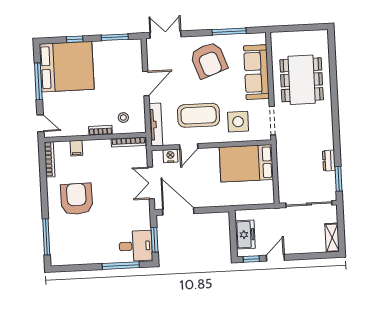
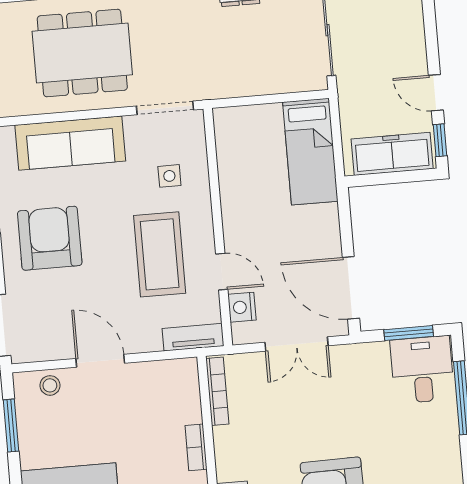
armchair: (209, 60) -> (50, 238), turned -70
stool: (123, 118) -> (50, 385), moved
side table: (238, 122) -> (169, 176), width x0.54, depth x0.54
tv unit: (156, 125) -> (193, 337), width x0.71
bed: (246, 163) -> (310, 152), moved, width x0.67
door: (178, 211) -> (351, 288), hinge flipped
freezer: (245, 235) -> (392, 154), width x1.40

